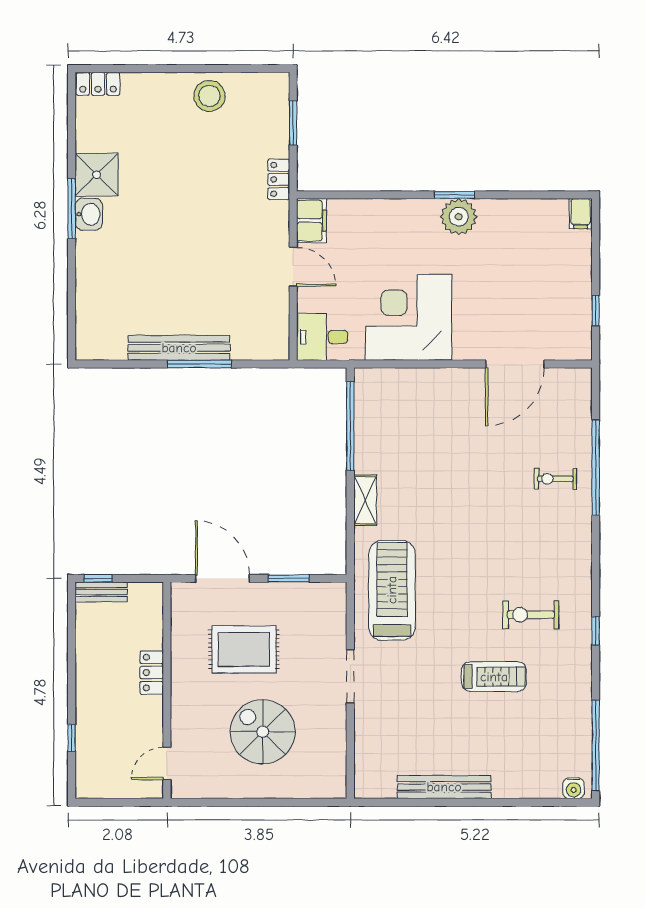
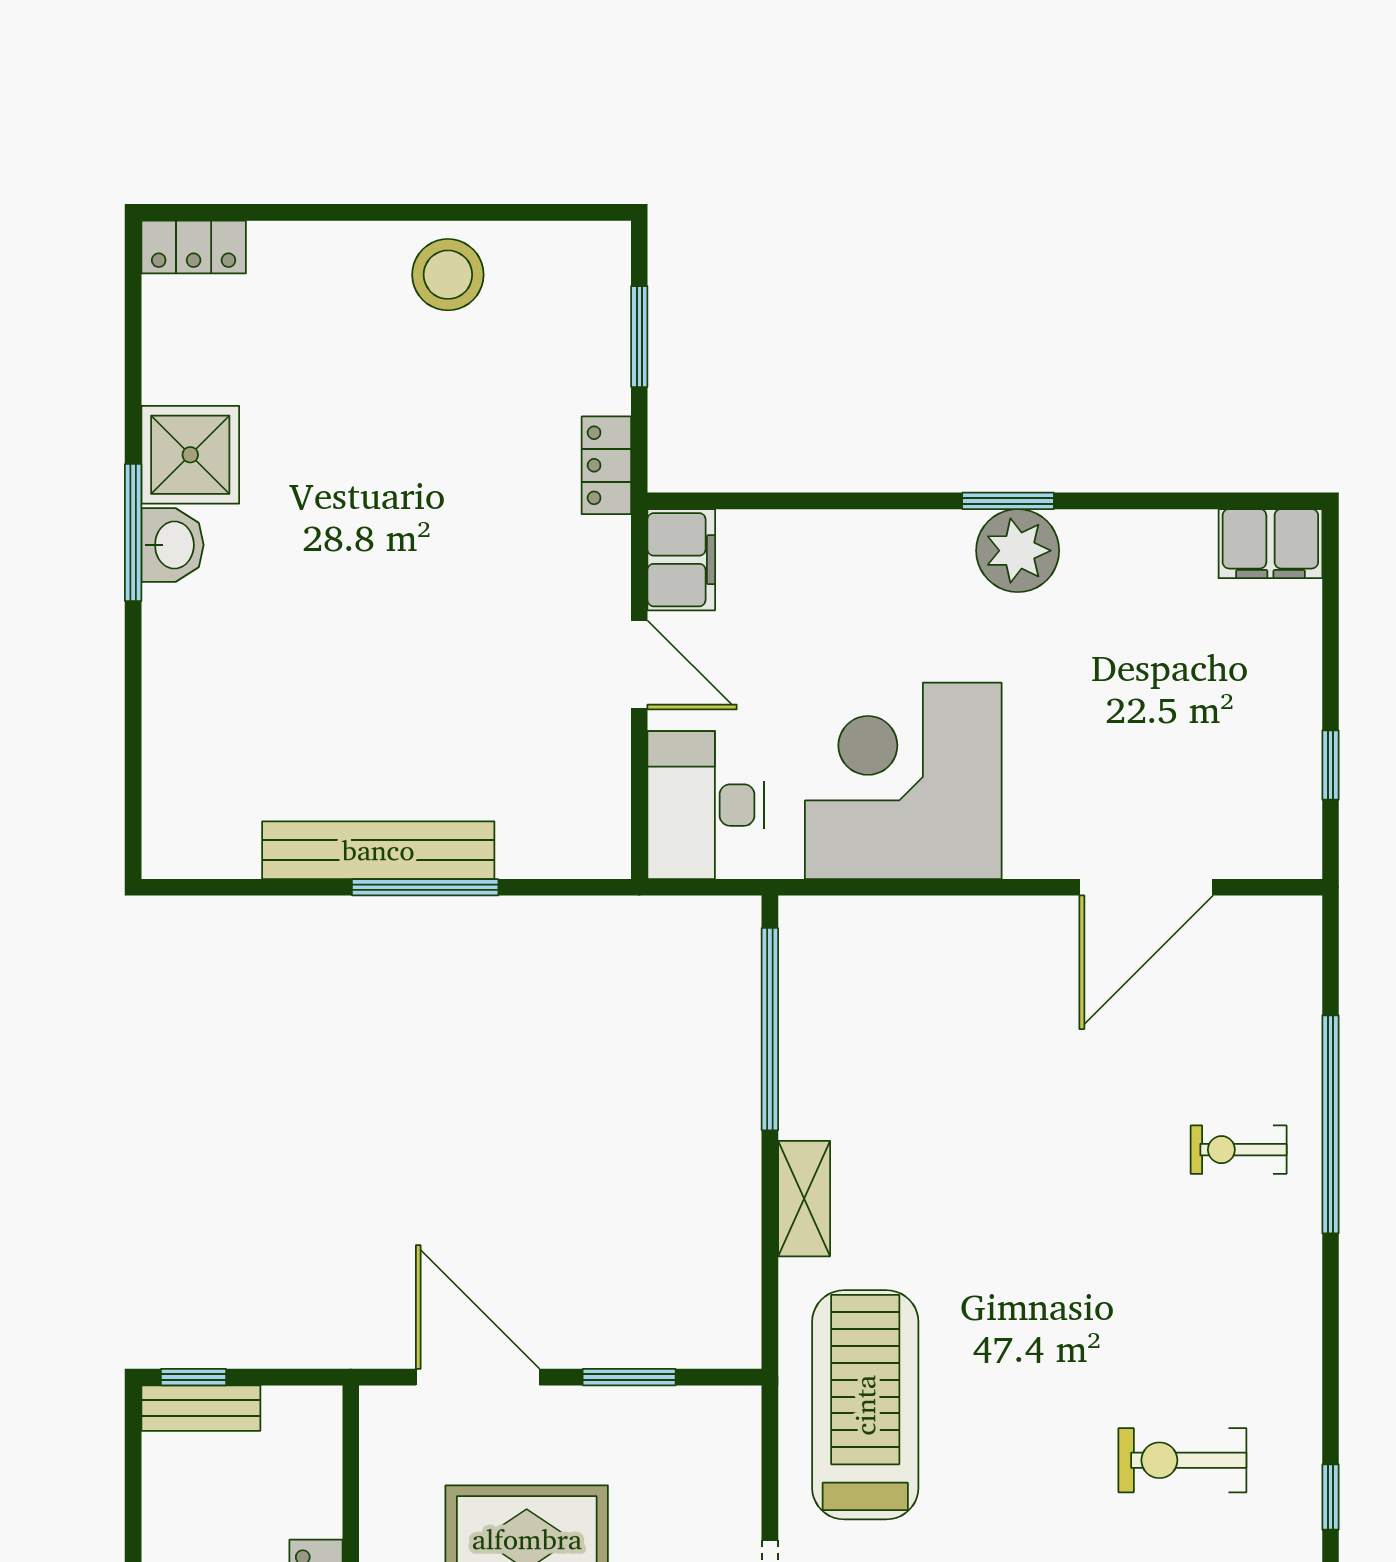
filing cabinet: (581, 214) -> (1270, 544), width x2.00
desk: (322, 337) -> (706, 805), width x1.37

